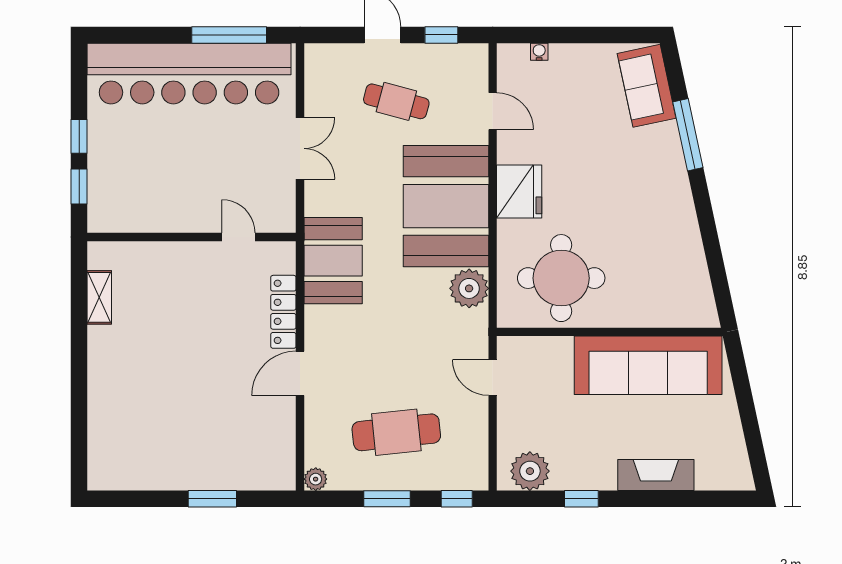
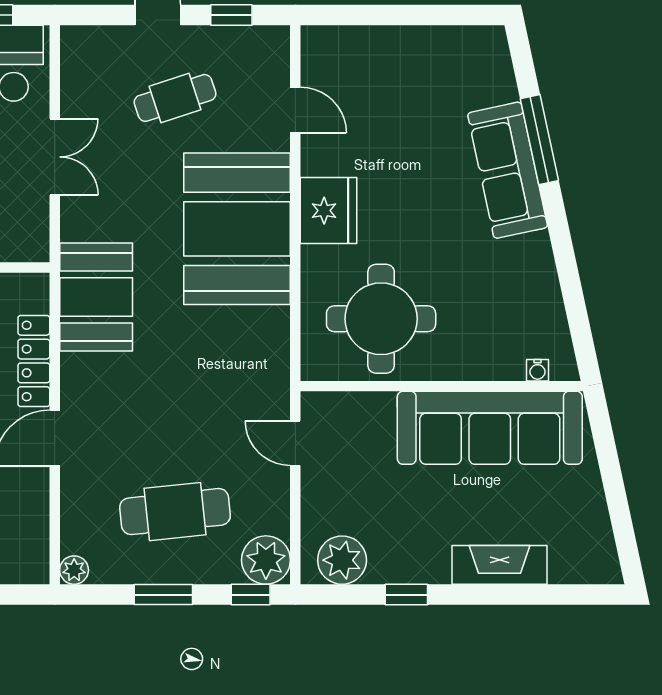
water cooler: (539, 52) -> (538, 370), moved, turned 180
sofa: (647, 86) -> (508, 170), moved, width x1.36
cafe table: (396, 101) -> (175, 98), turned -33
plant: (469, 288) -> (266, 560), moved

